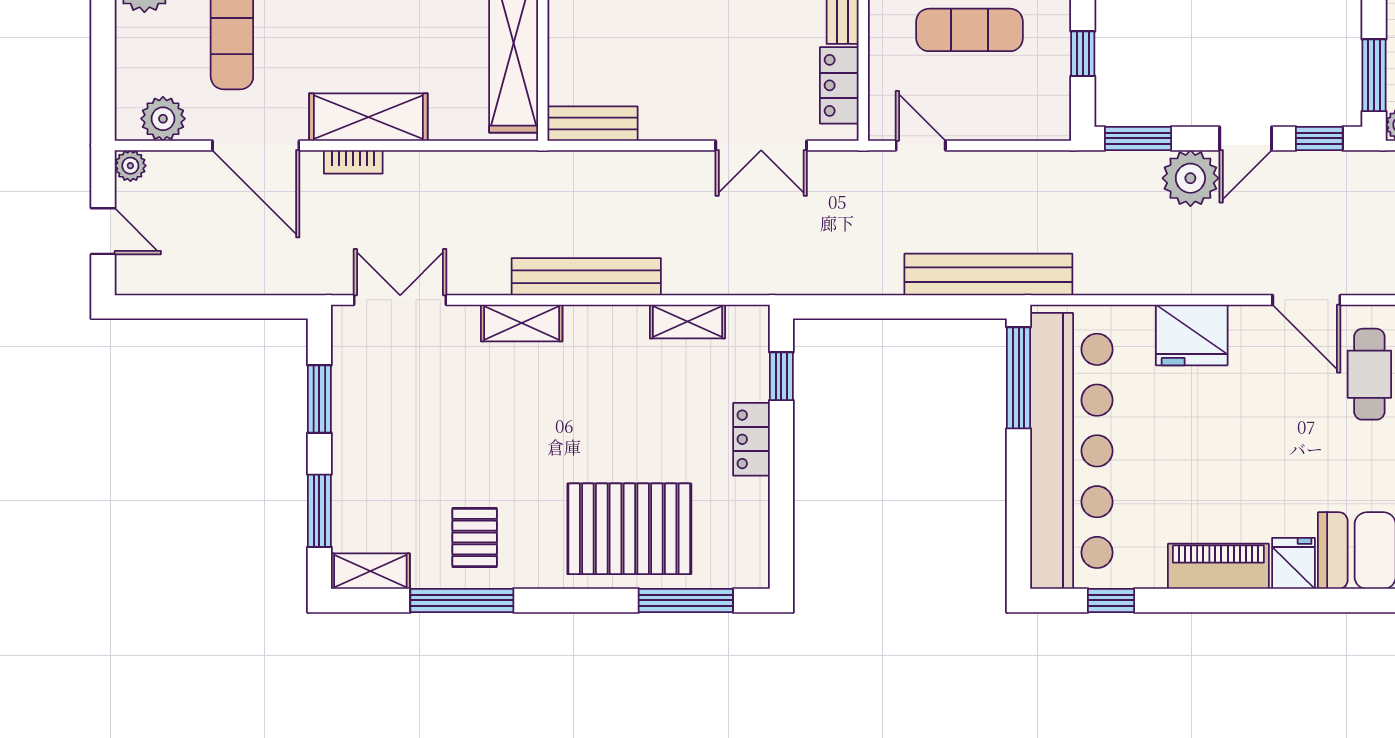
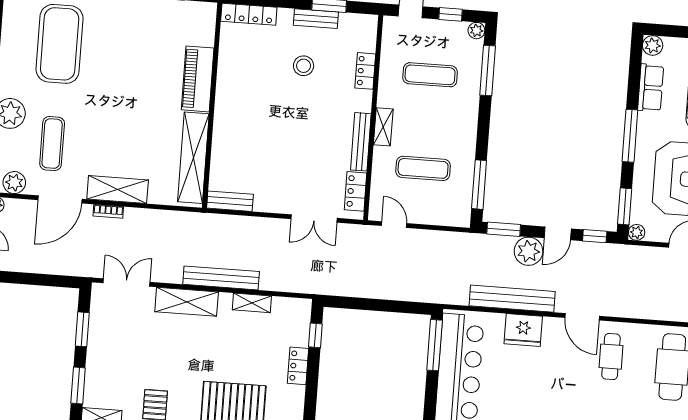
window: (1083, 54) -> (479, 185), width x2.17
door: (256, 145) -> (60, 199), hinge flipped
bench: (988, 274) -> (512, 299), moved
shelving: (687, 321) -> (252, 303), moved
shelving: (522, 323) -> (187, 302), width x1.50, depth x1.33

